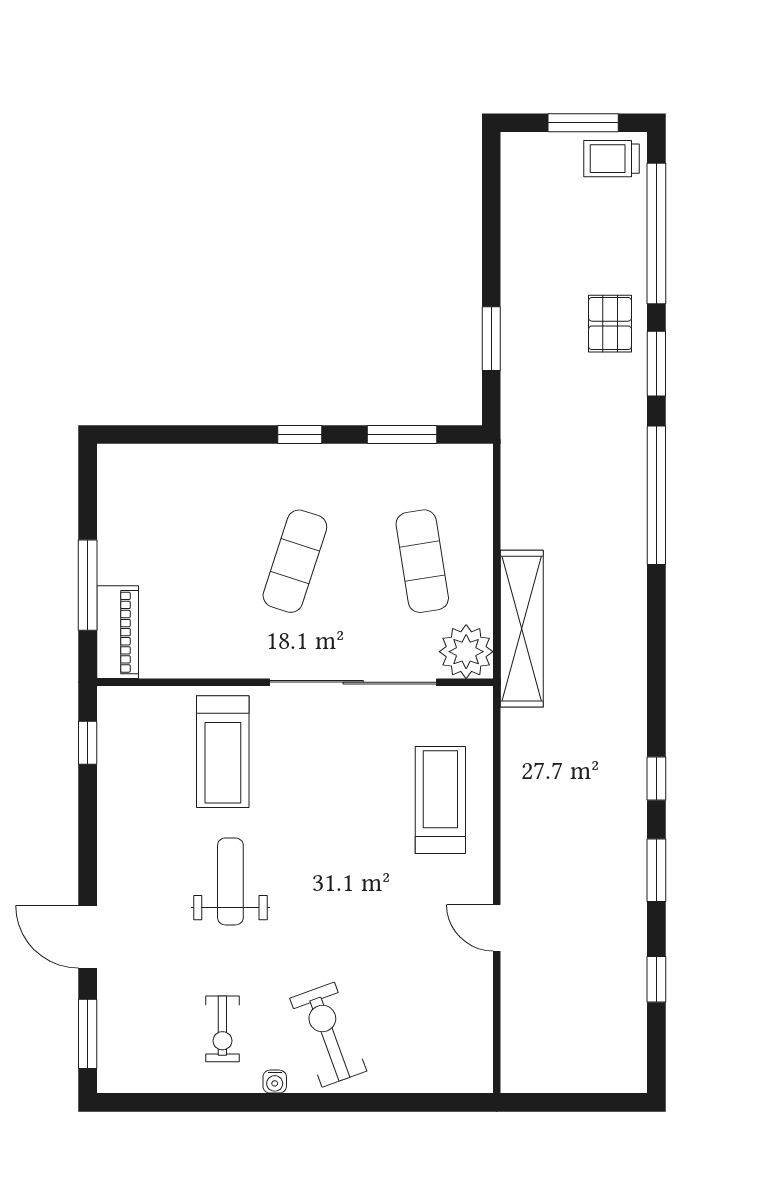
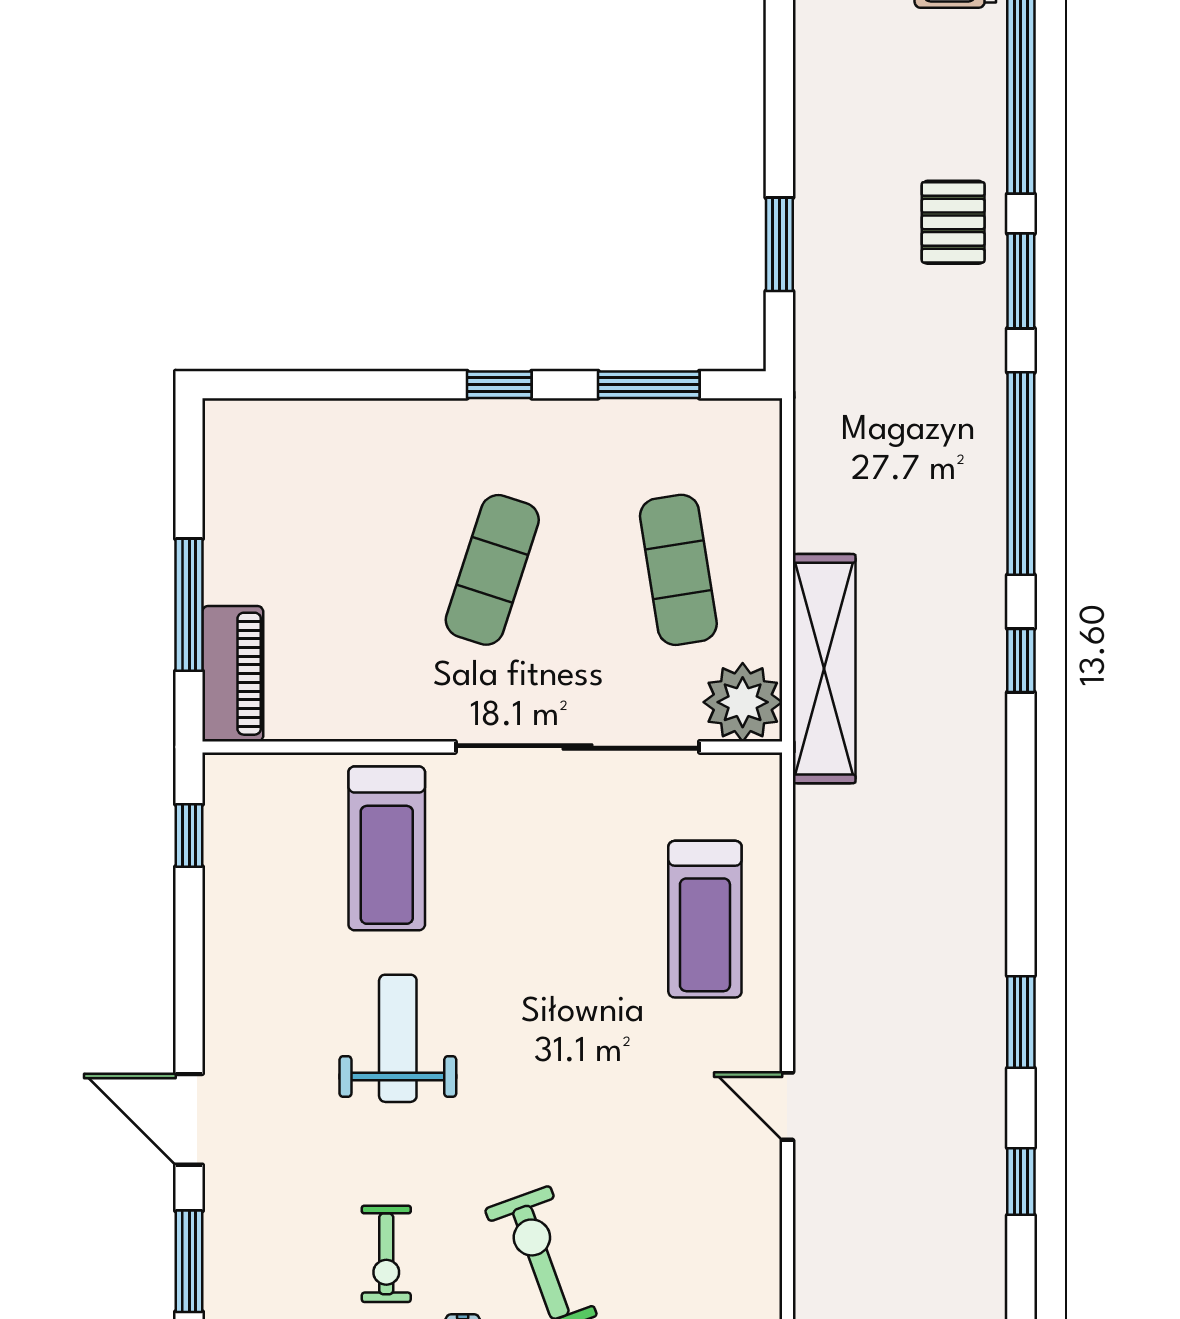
window: (656, 779) -> (1021, 660), moved
treadmill: (440, 800) -> (705, 919), turned 180

